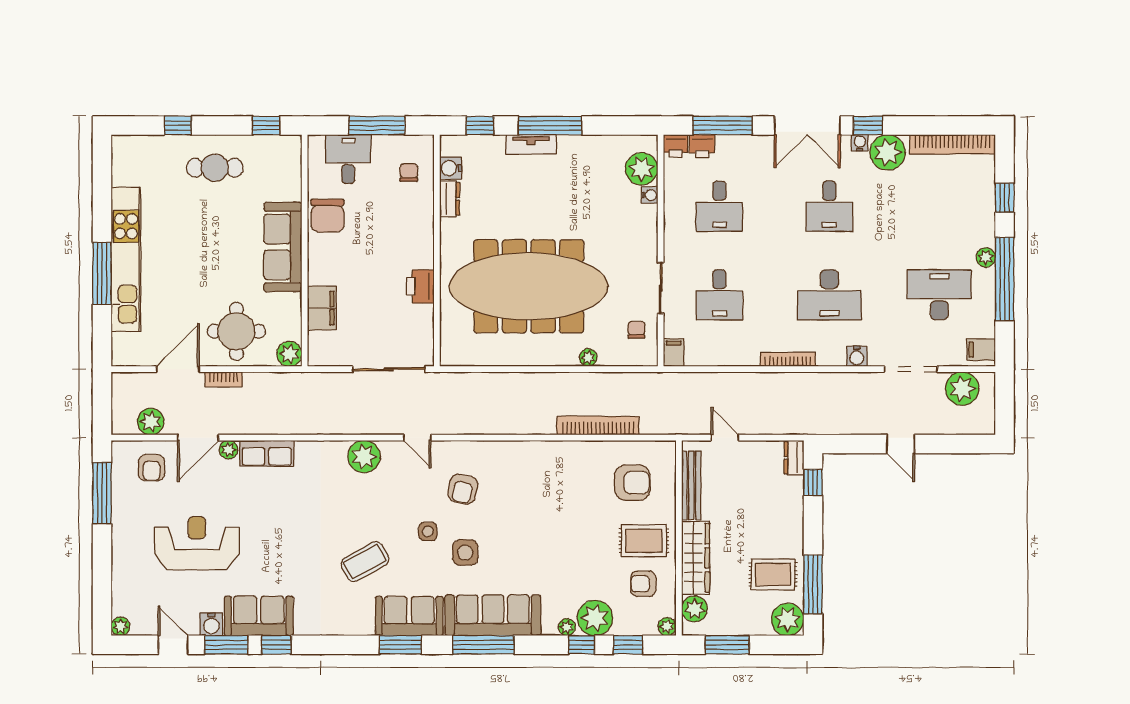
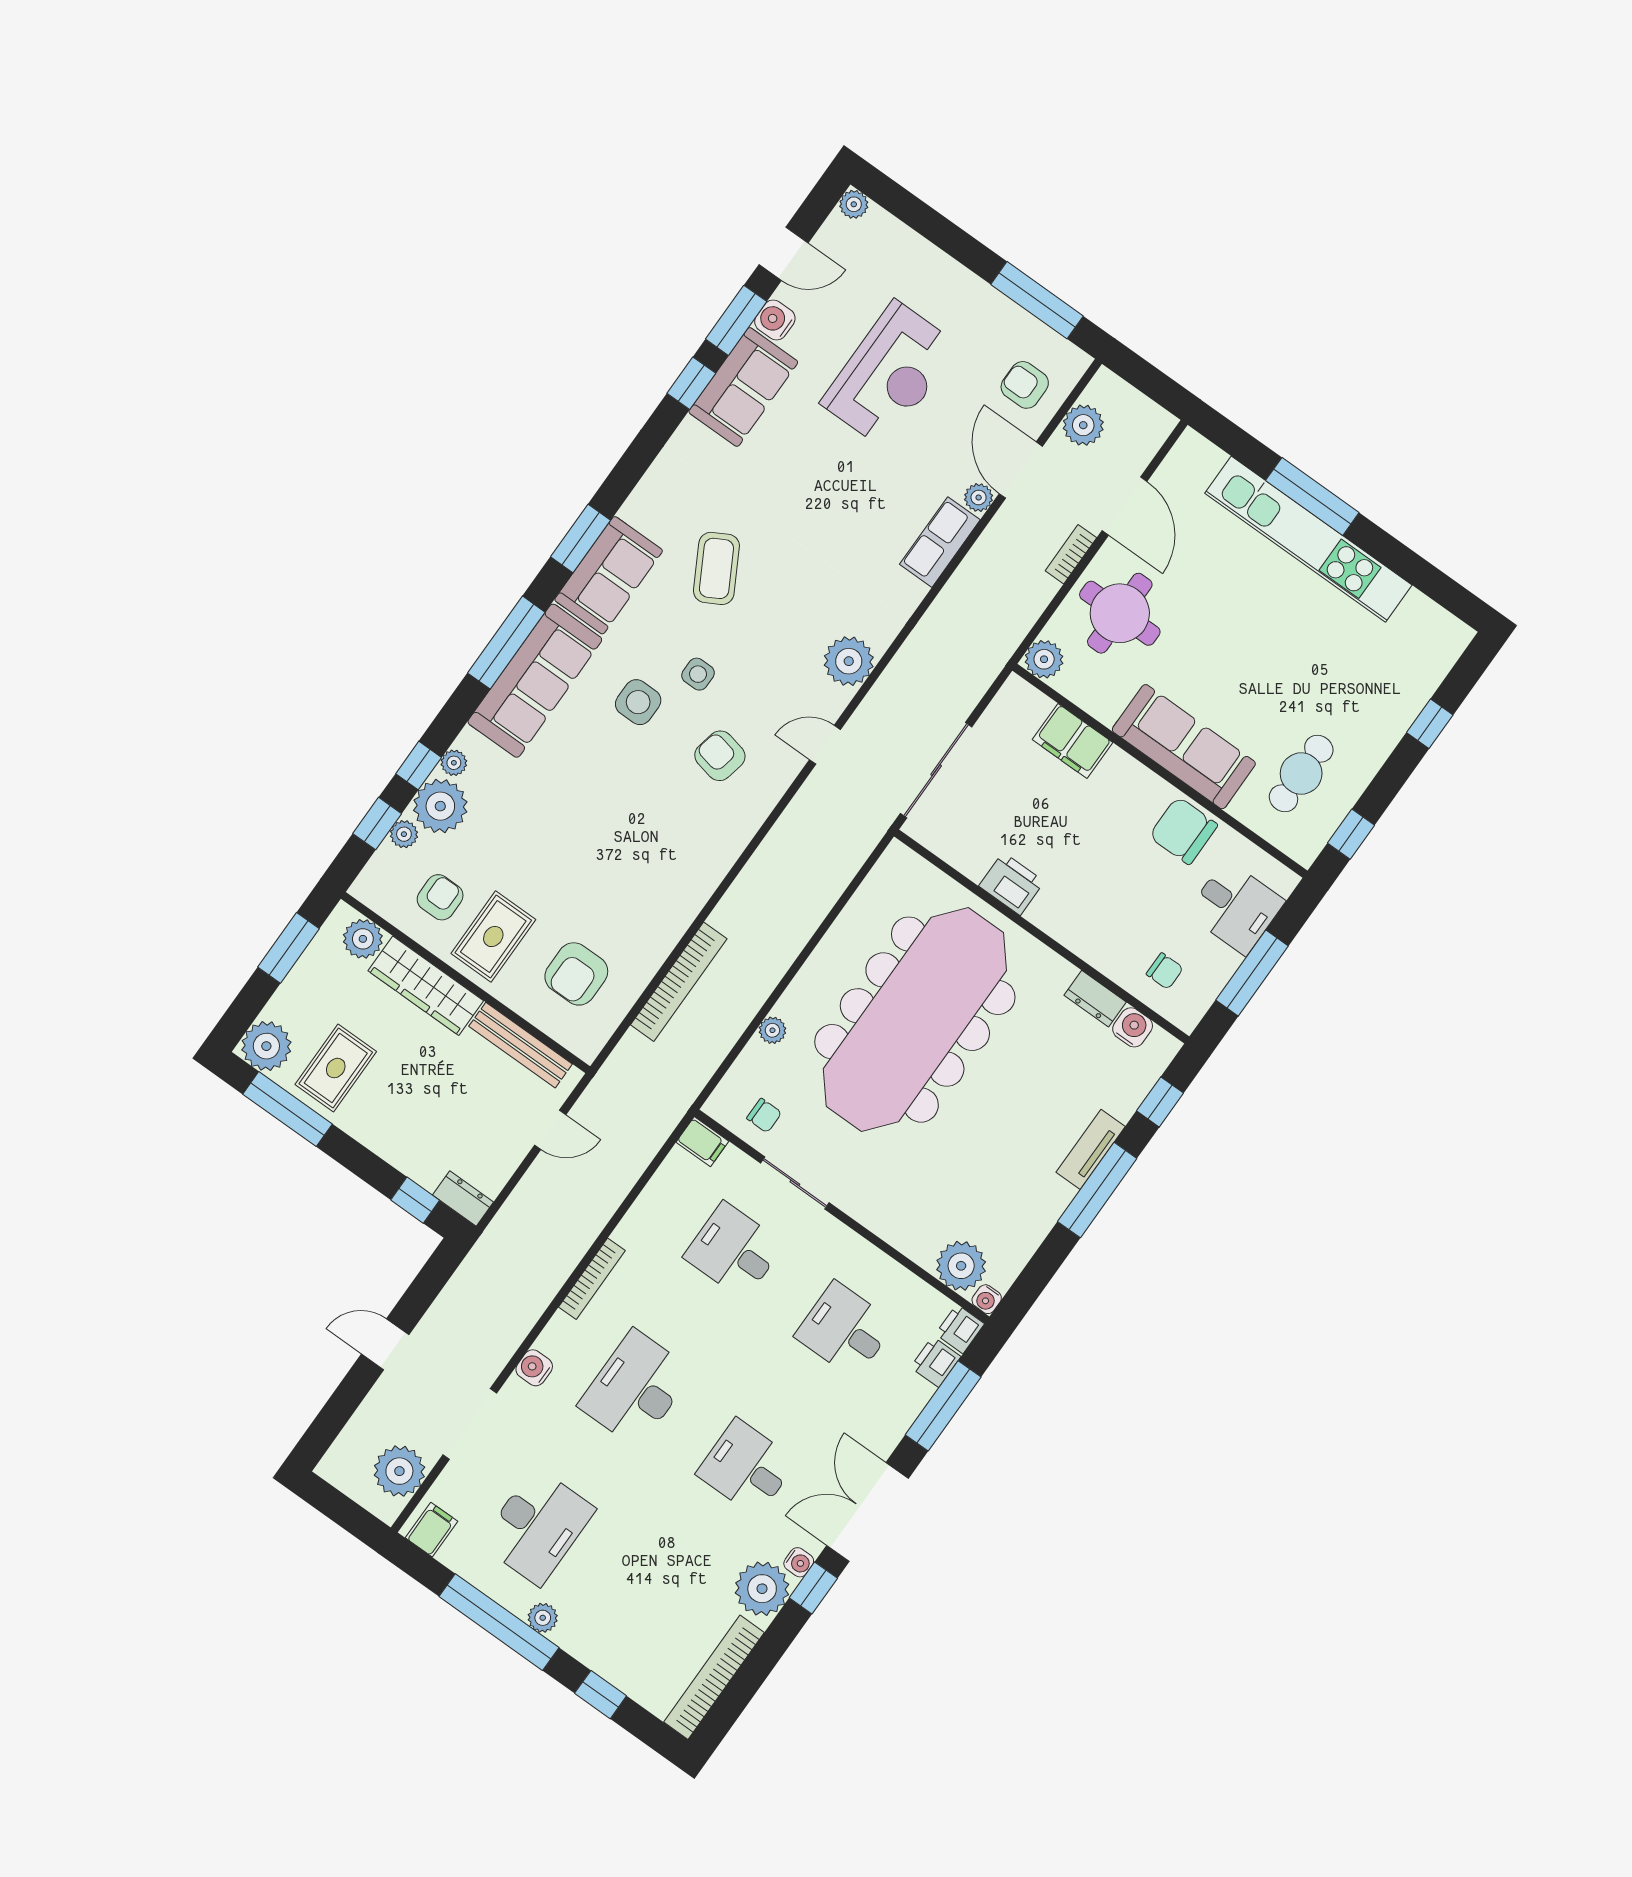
cafe table: (215, 168) -> (1301, 773), moved
water cooler: (650, 195) -> (987, 1299), moved
plant: (667, 627) -> (404, 834), moved

